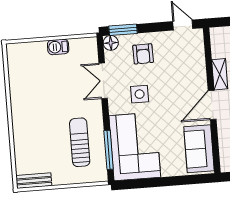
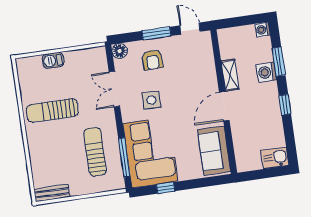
window: (123, 30) -> (156, 33), moved
barbecue: (58, 47) -> (53, 60), moved
sun lounger: (40, 98) -> (52, 110), added
window: (148, 183) -> (166, 188), added

